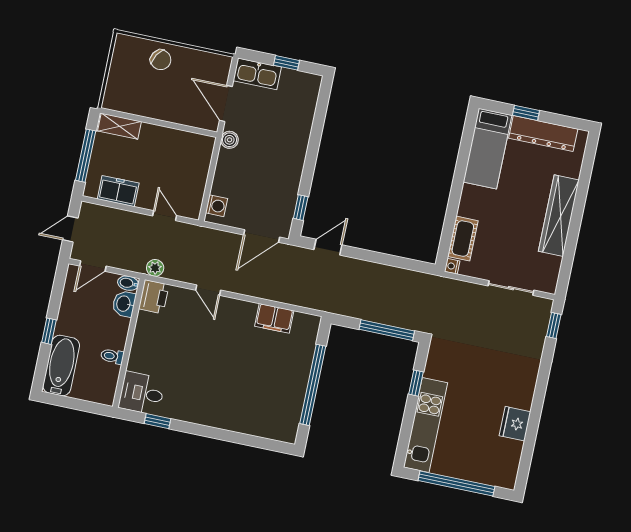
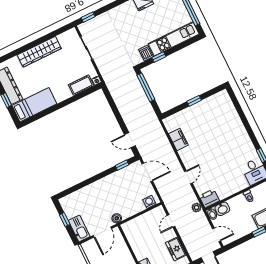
dishwasher: (436, 369) -> (146, 53), added
window: (313, 385) -> (194, 101), width x0.32

